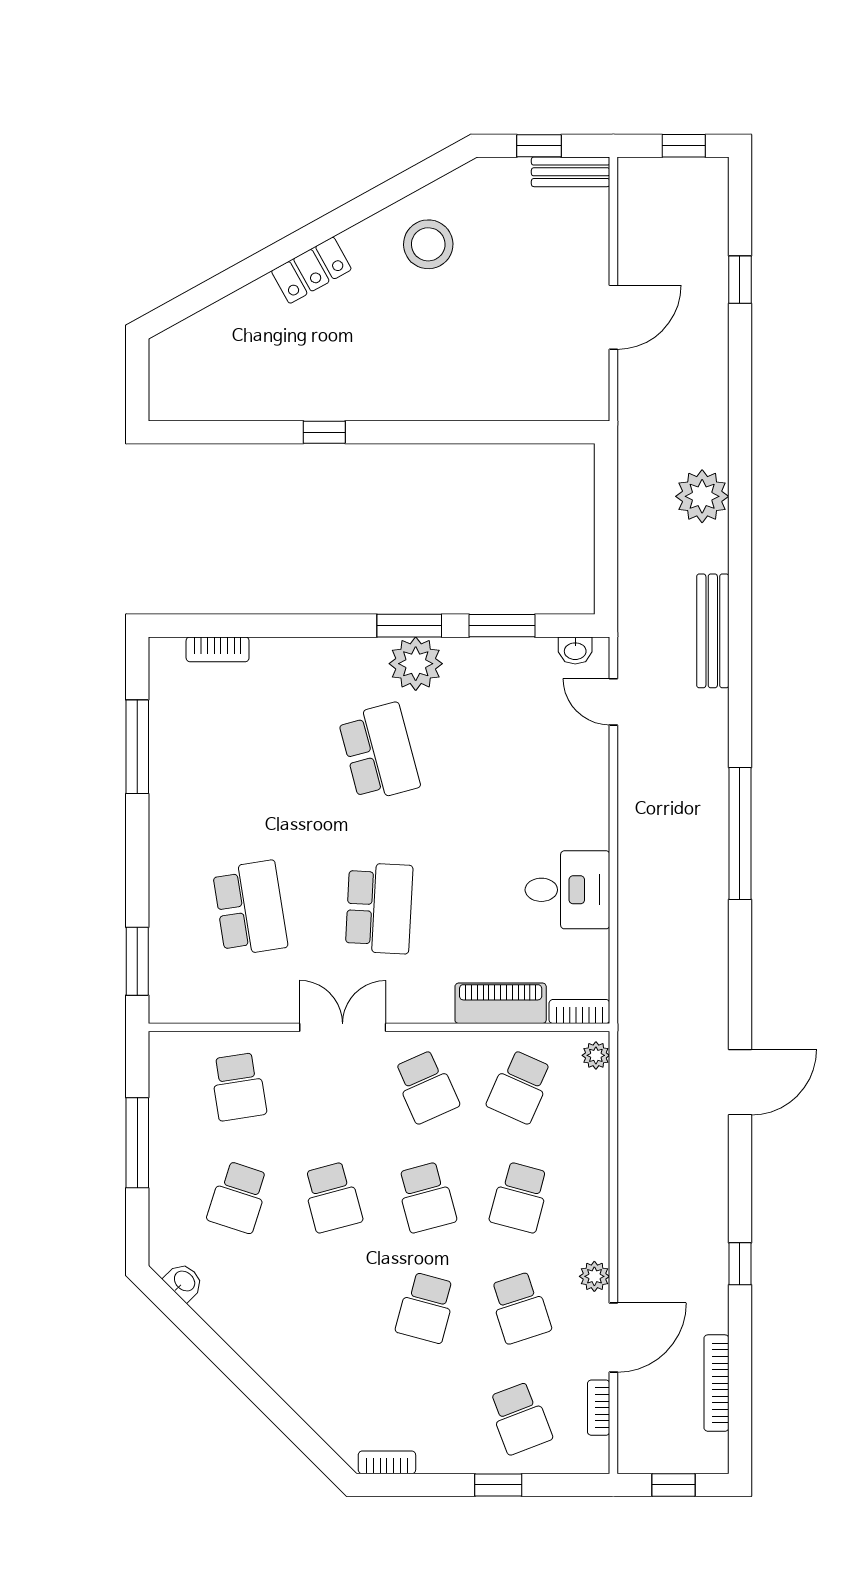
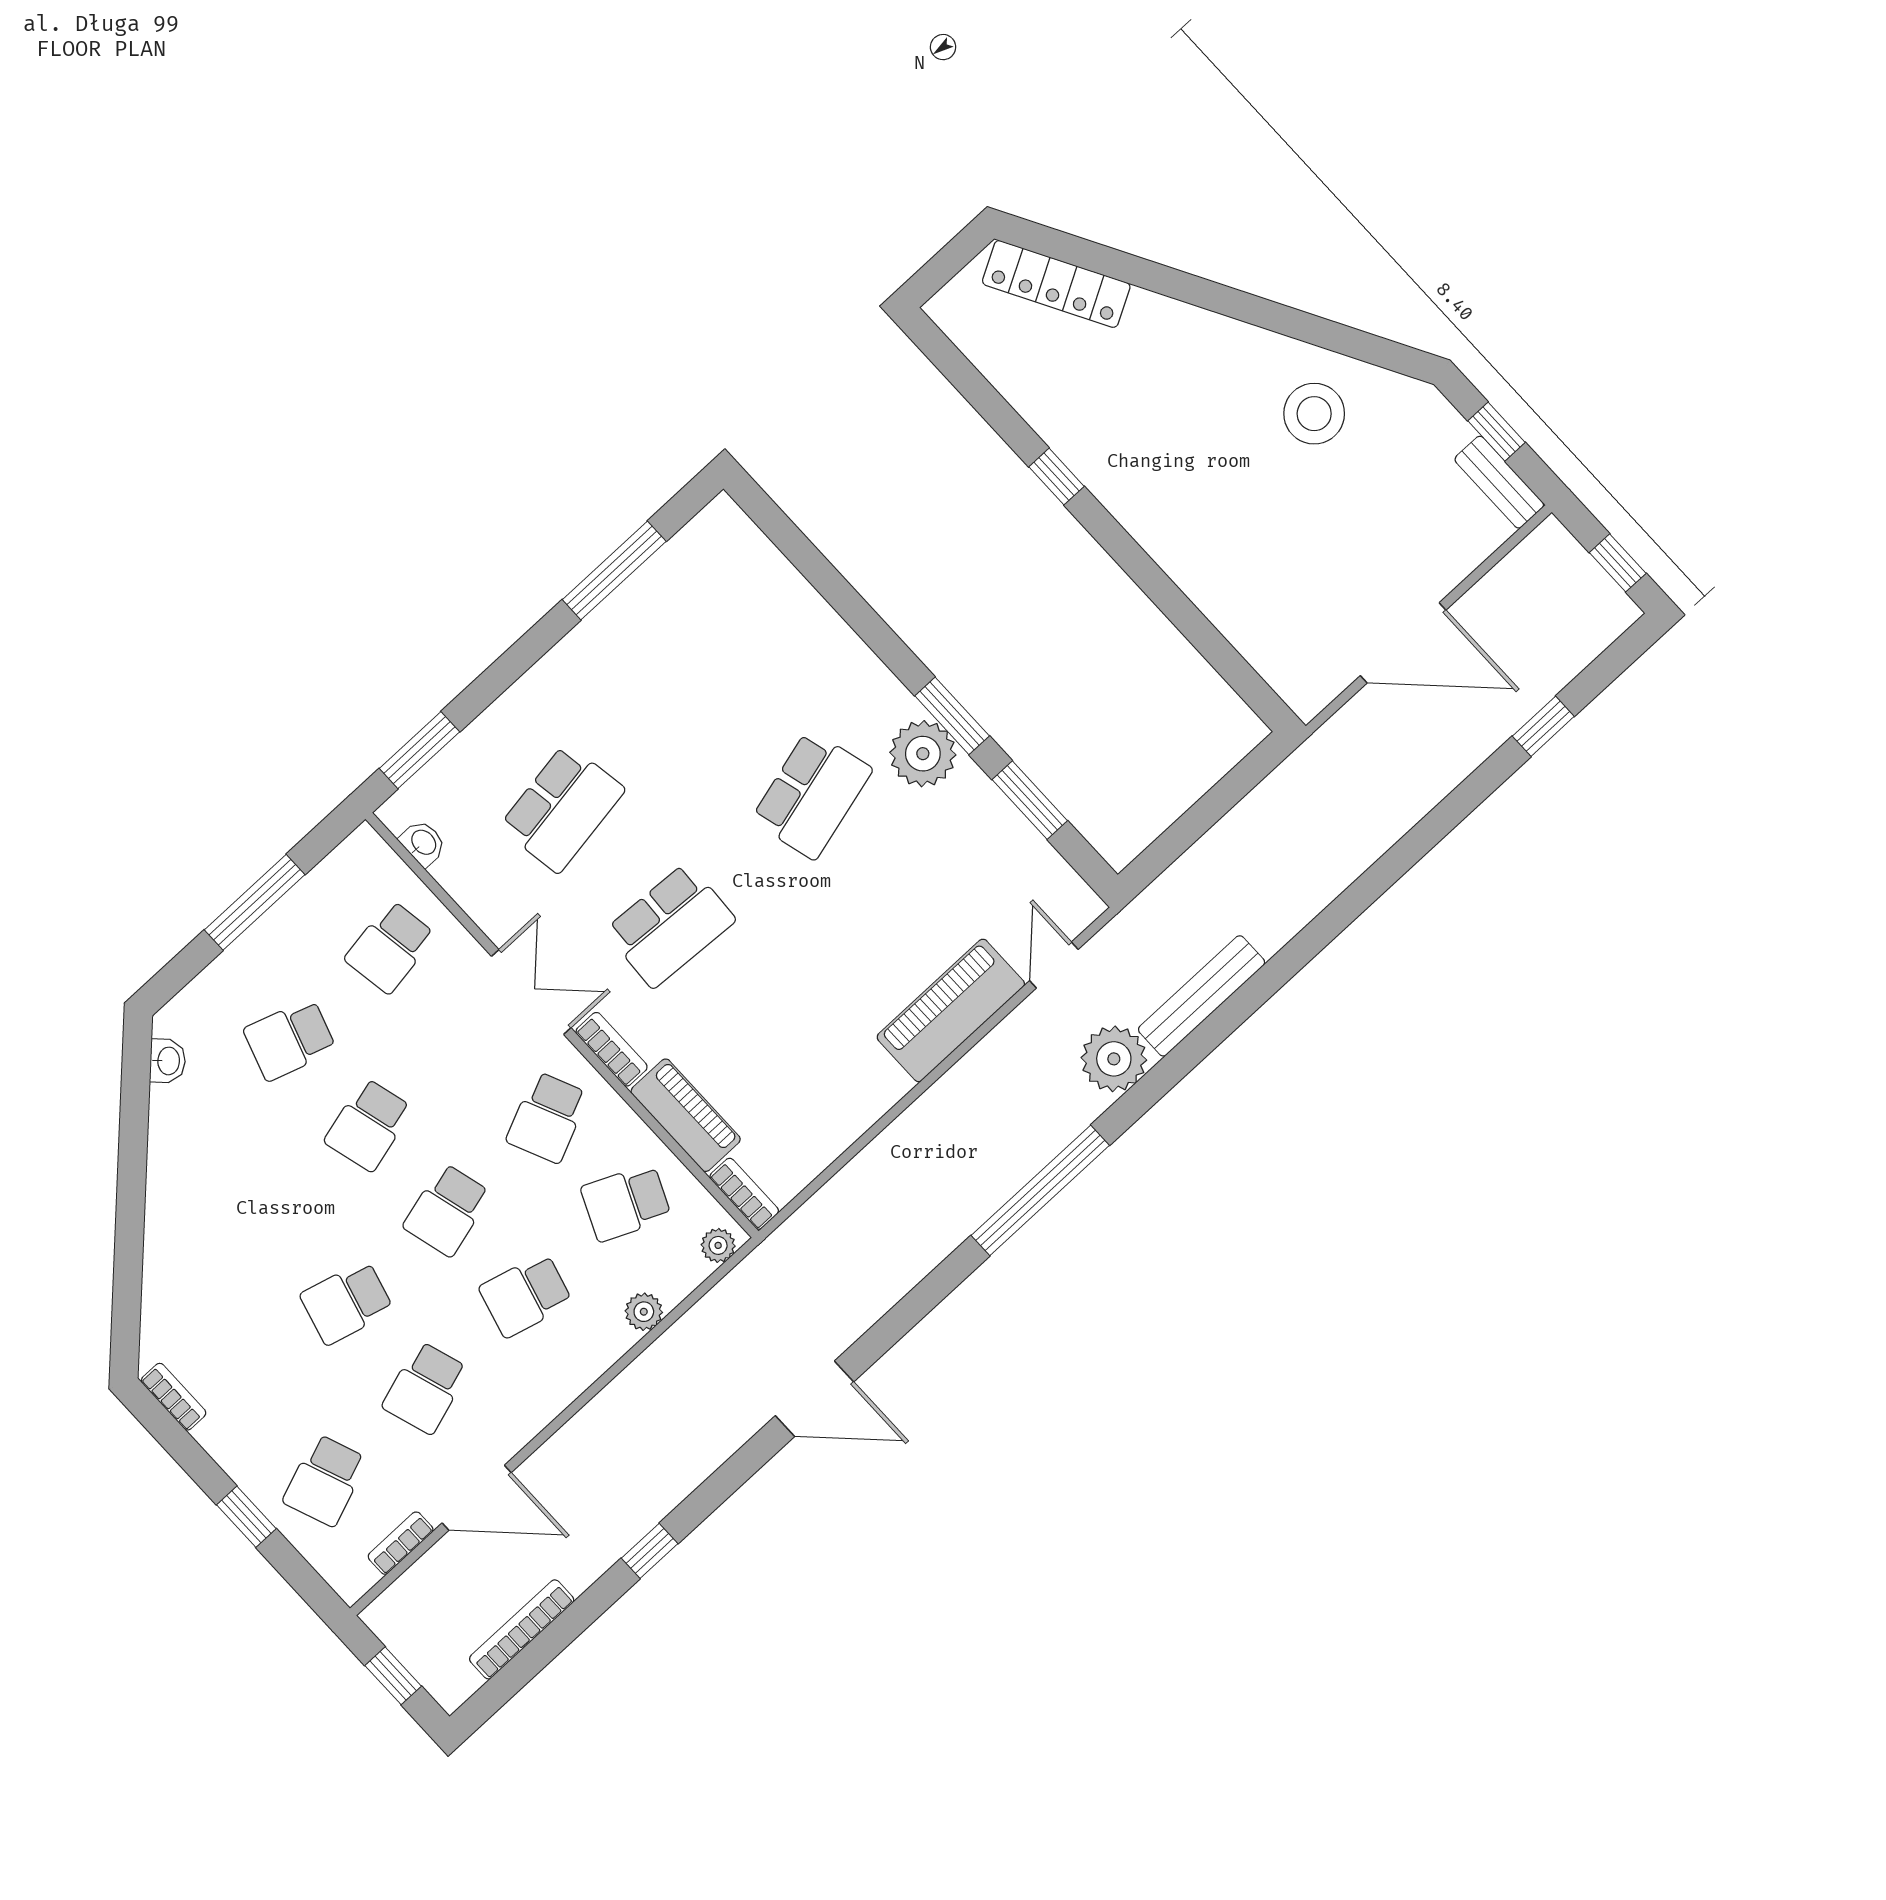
locker: (311, 270) -> (1056, 284), moved, width x1.53
door: (613, 317) -> (1403, 643), width x1.36
plant: (702, 496) -> (1114, 1059), moved
bookcase: (218, 649) -> (612, 1049), moved, turned 180
washbasin: (575, 650) -> (423, 843), moved, turned 180
piano: (584, 788) -> (951, 1010), added
desk: (567, 890) -> (845, 1081), removed
plant: (594, 1276) -> (644, 1312), moved

